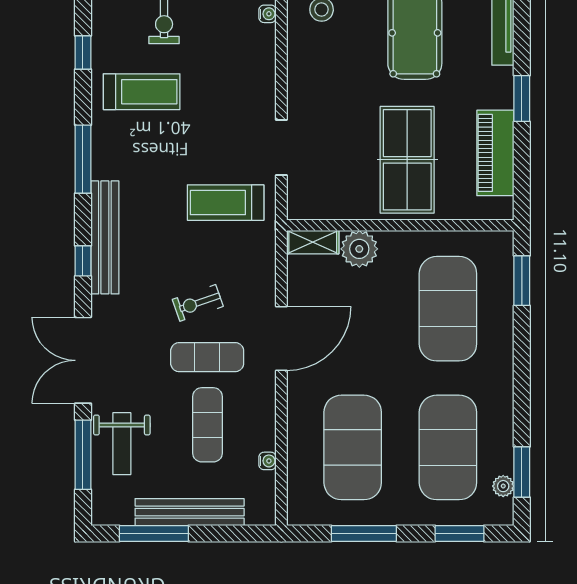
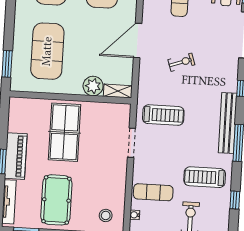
piano: (495, 153) -> (16, 156), moved
bench: (105, 237) -> (228, 123), moved
exercise mat: (207, 357) -> (153, 192), moved

